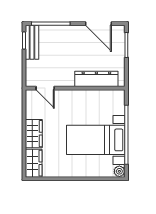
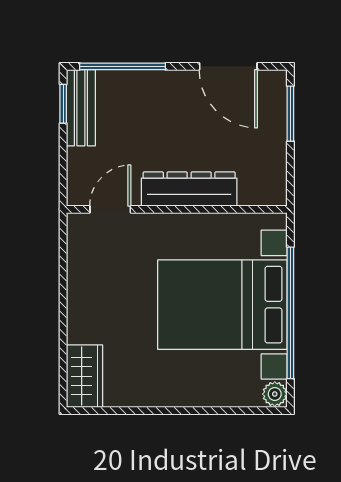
dresser: (96, 79) -> (189, 189), moved
door: (45, 88) -> (110, 209), swing flipped
wardrobe: (34, 134) -> (85, 310), removed
bed with nightstands: (96, 140) -> (222, 305), width x1.36

